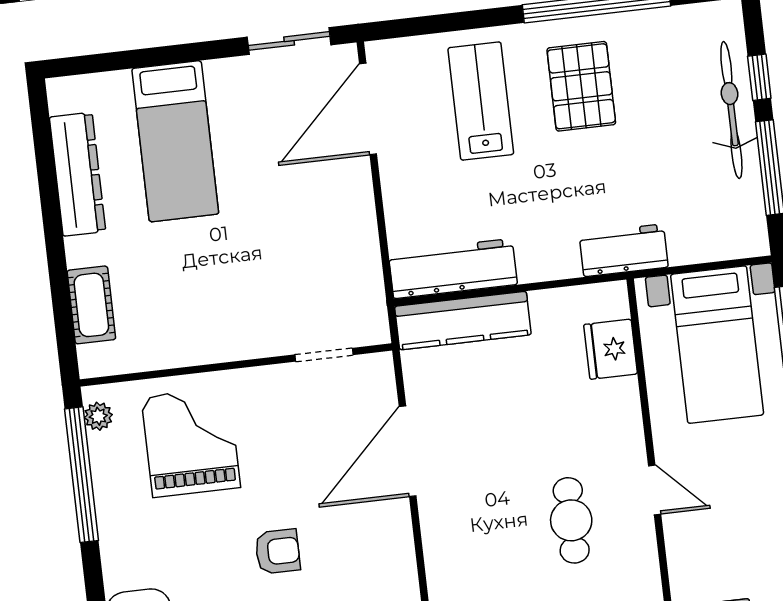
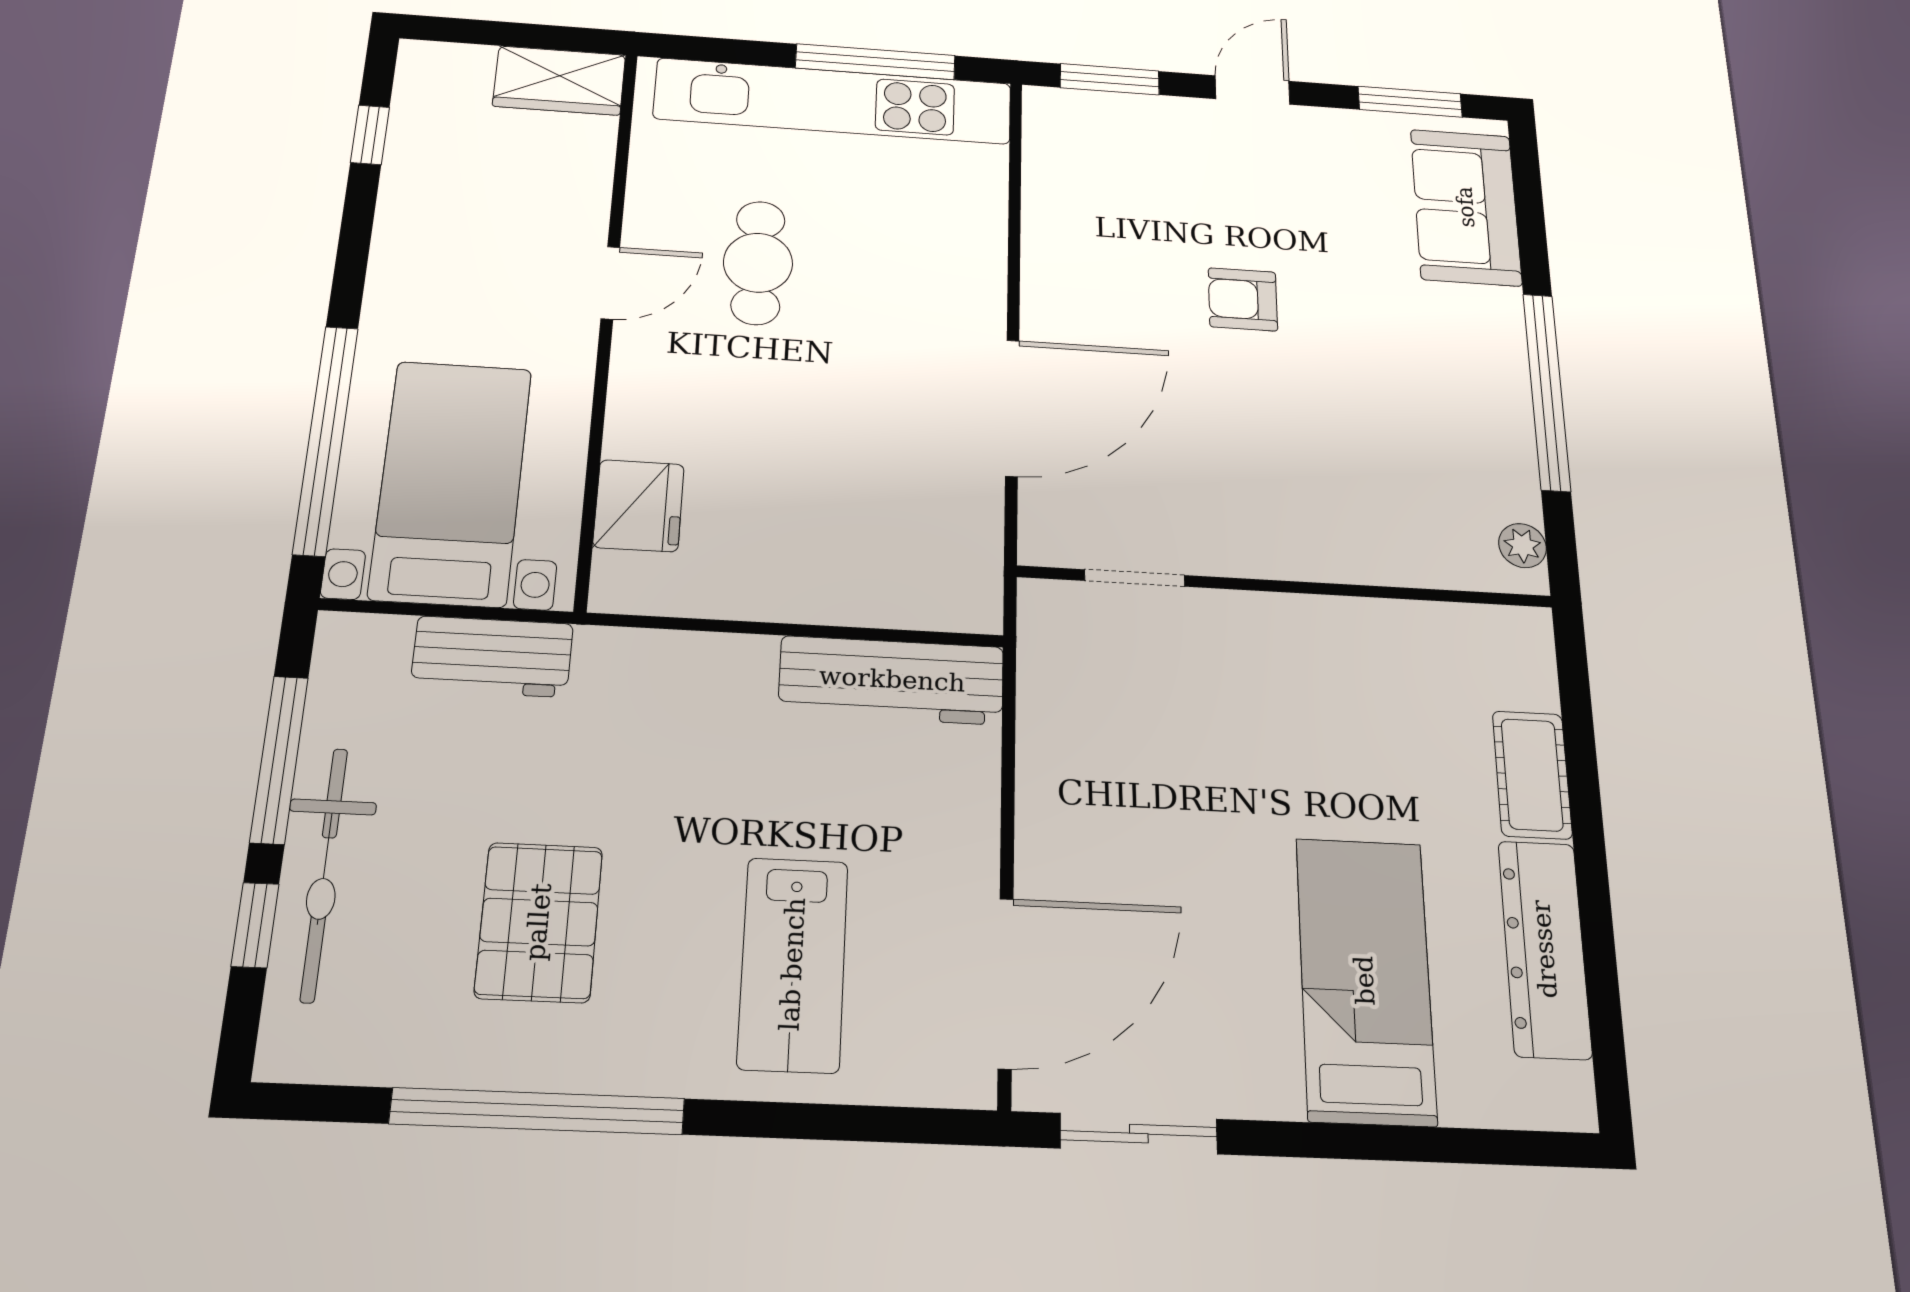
pallet: (581, 86) -> (539, 922), moved
workbench: (624, 250) -> (492, 657), moved
cot: (91, 305) -> (1532, 775), moved
kitchen counter: (463, 321) -> (887, 593), removed
grand piano: (191, 442) -> (1371, 481), removed
window: (81, 475) -> (1547, 391), moved
door: (655, 490) -> (610, 283), swing flipped

